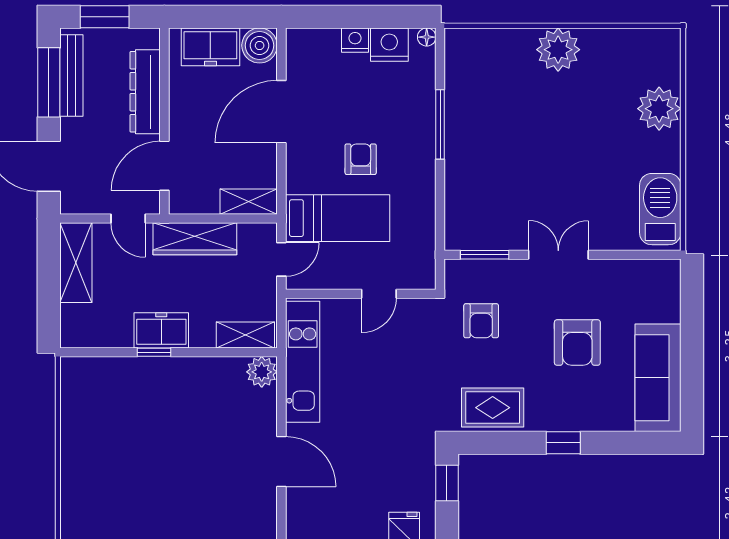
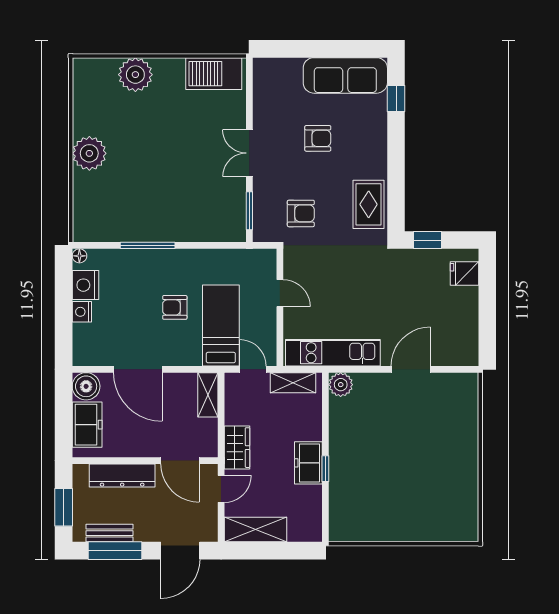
bench: (71, 76) -> (110, 533), width x0.73
wardrobe: (195, 239) -> (237, 448), width x0.67
shelving: (245, 335) -> (293, 383), moved, turned 90
armchair: (577, 342) -> (318, 138), width x0.72, depth x0.72
window: (563, 443) -> (396, 99), moved

